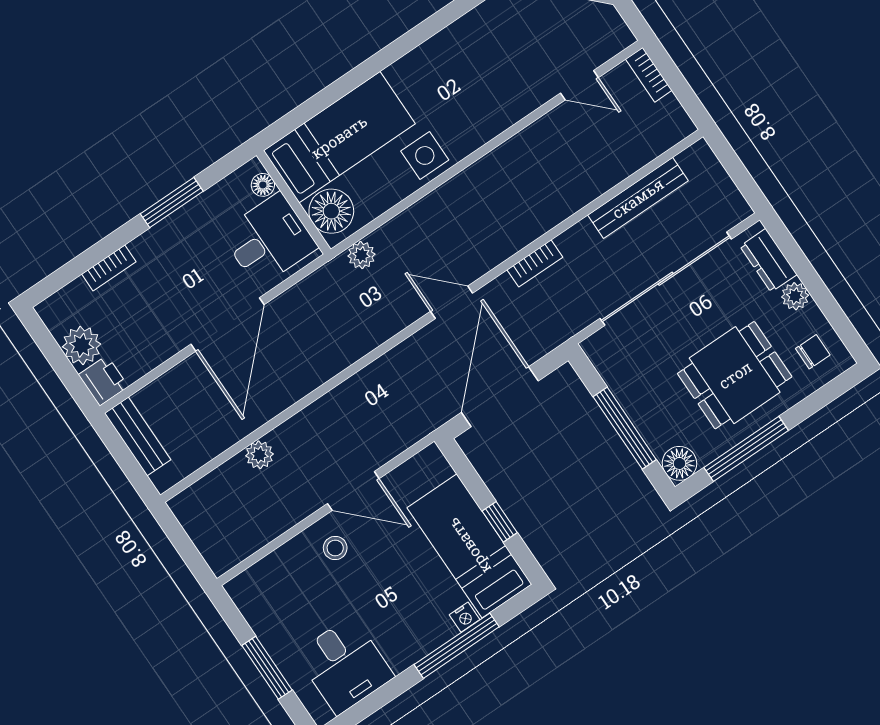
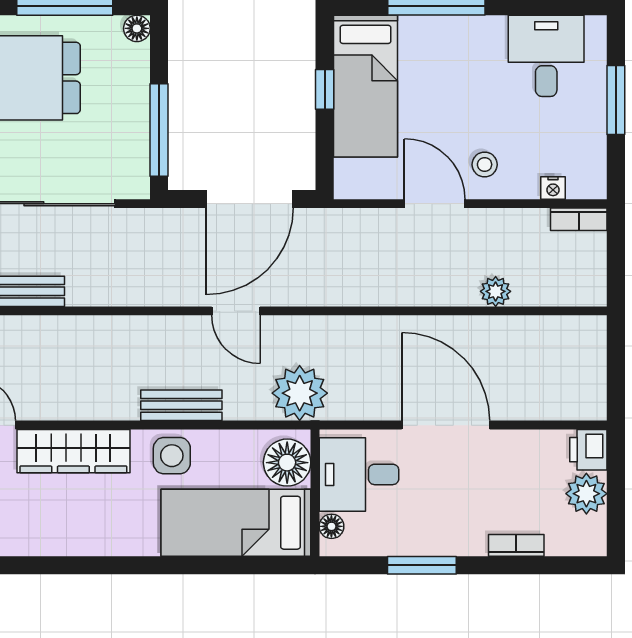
wardrobe: (504, 107) -> (73, 451), added
plant: (361, 255) -> (300, 393), width x1.88, depth x1.88
bookcase: (535, 263) -> (579, 219), moved, turned 180
door: (228, 324) -> (446, 425), hinge flipped
window: (625, 428) -> (159, 130), moved
bench: (138, 436) -> (181, 405), moved, turned 90
floor lamp: (679, 463) -> (137, 28), width x0.73, depth x0.73
nightstand: (465, 617) -> (553, 188), moved, turned 180

